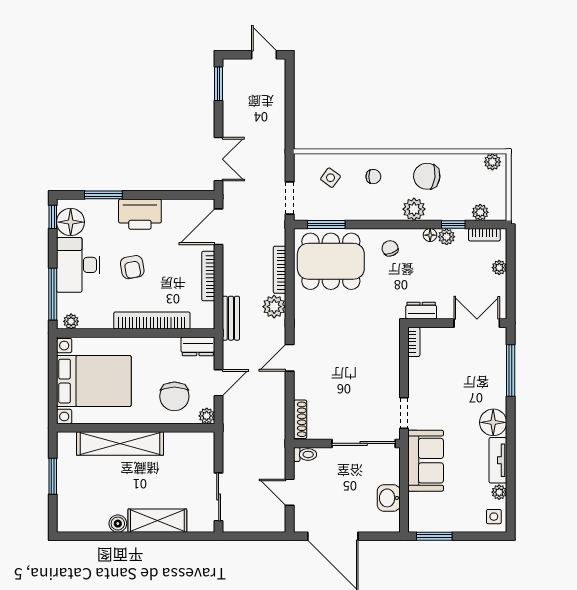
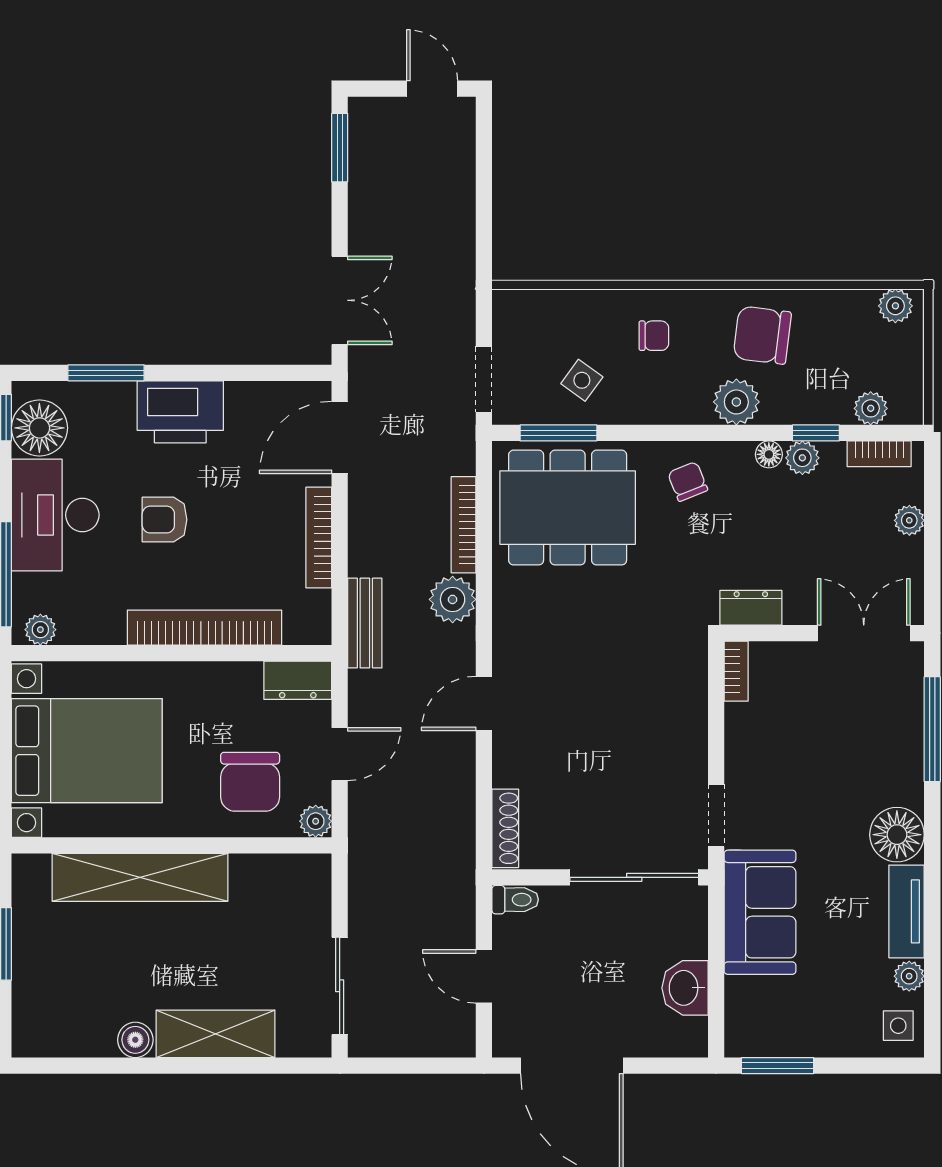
side table: (330, 178) -> (582, 380), moved
armchair: (132, 267) -> (165, 520), turned 100

